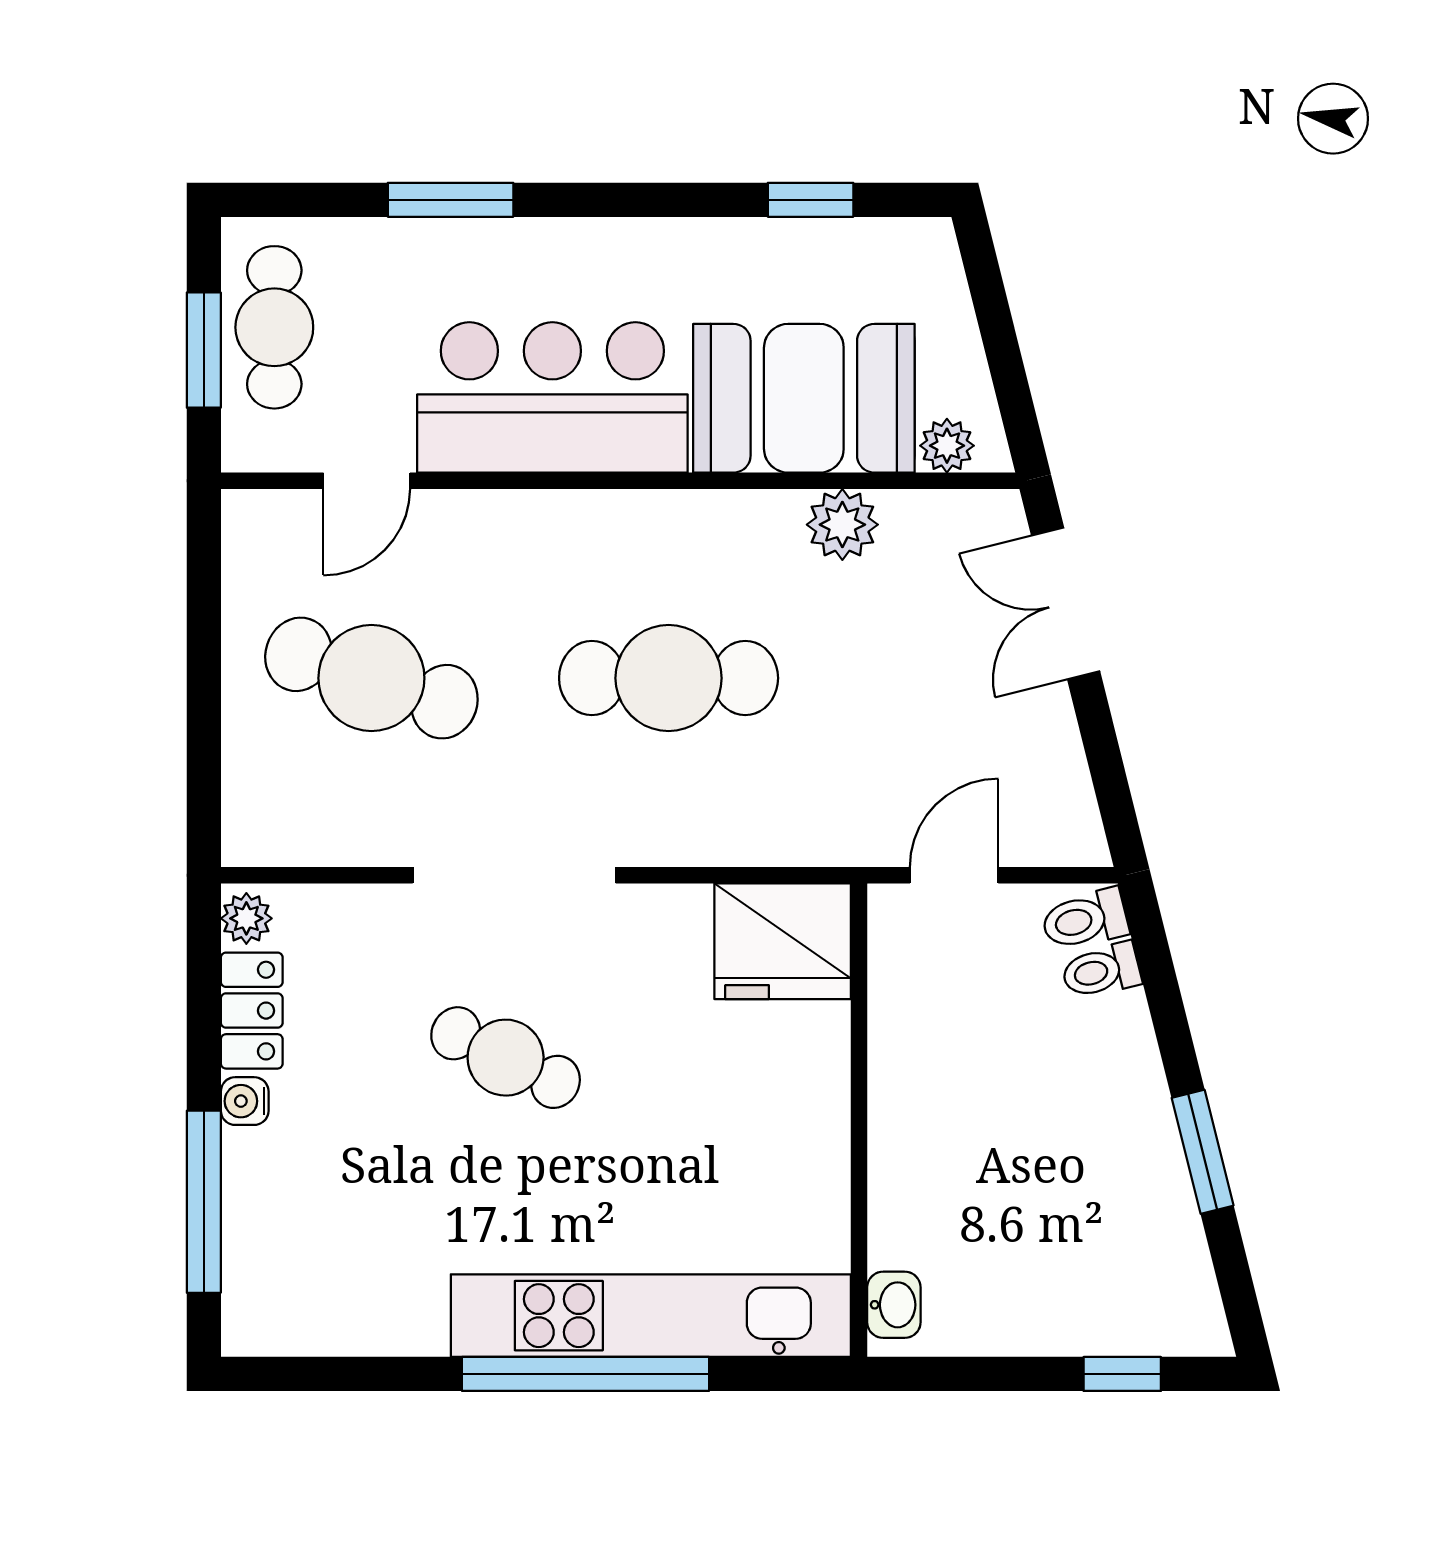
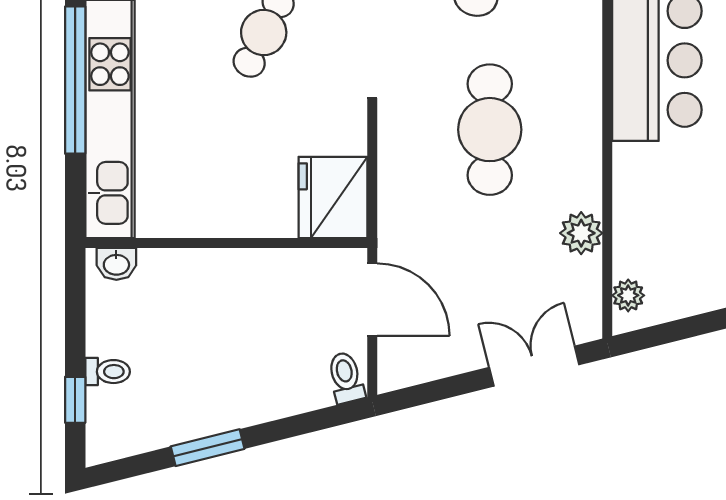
booth: (804, 398) -> (656, 210), removed
door: (954, 875) -> (372, 300), width x1.38
toilet: (1101, 971) -> (108, 372), moved, turned 104

